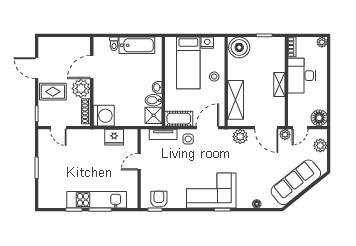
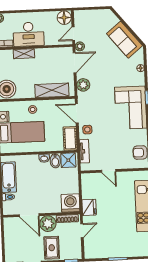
shelving: (279, 84) -> (24, 54), moved
door: (58, 128) -> (82, 231), moved
door: (300, 128) -> (73, 34), swing flipped
fridge: (114, 137) -> (89, 207), moved
plant: (320, 145) -> (88, 16), removed
sofa: (296, 182) -> (125, 40), width x0.73

